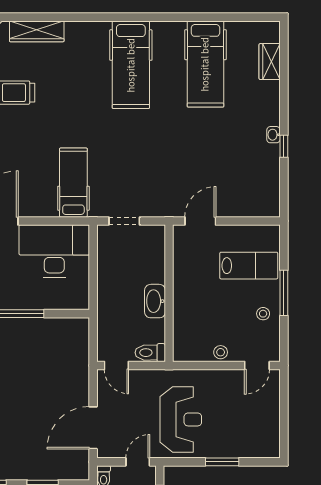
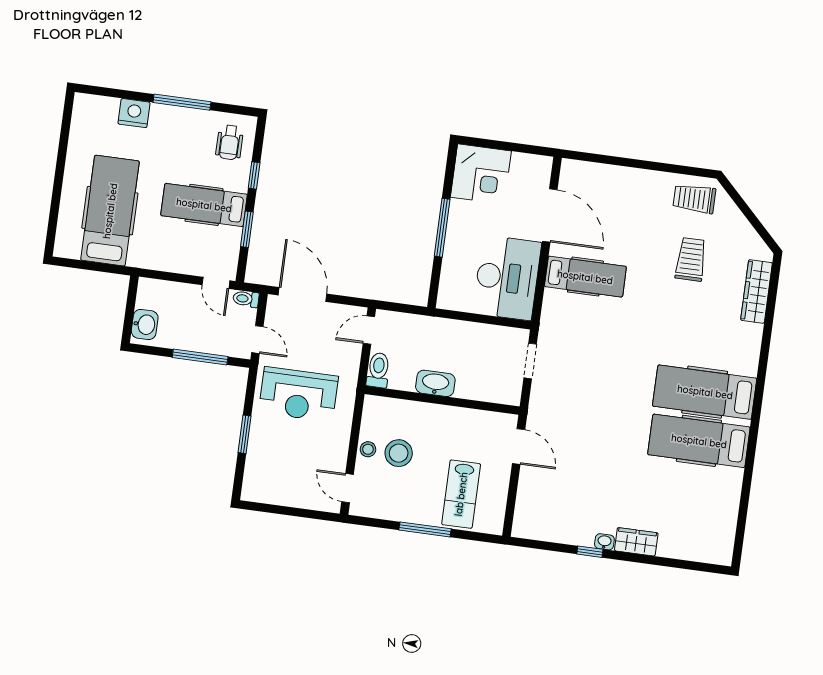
wardrobe: (270, 62) -> (636, 542), moved
hospital bed: (205, 64) -> (699, 441), moved
hospital bed: (73, 183) -> (585, 277), moved
stool: (263, 314) -> (399, 453), moved, width x1.89, depth x1.89

